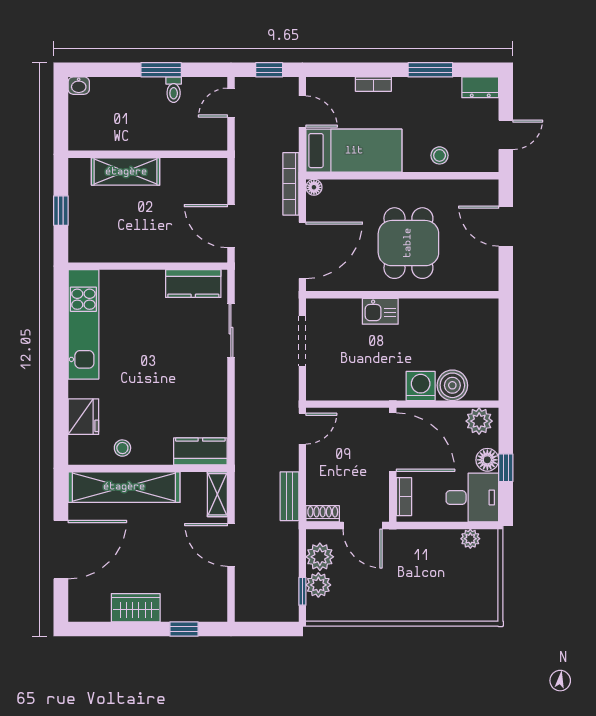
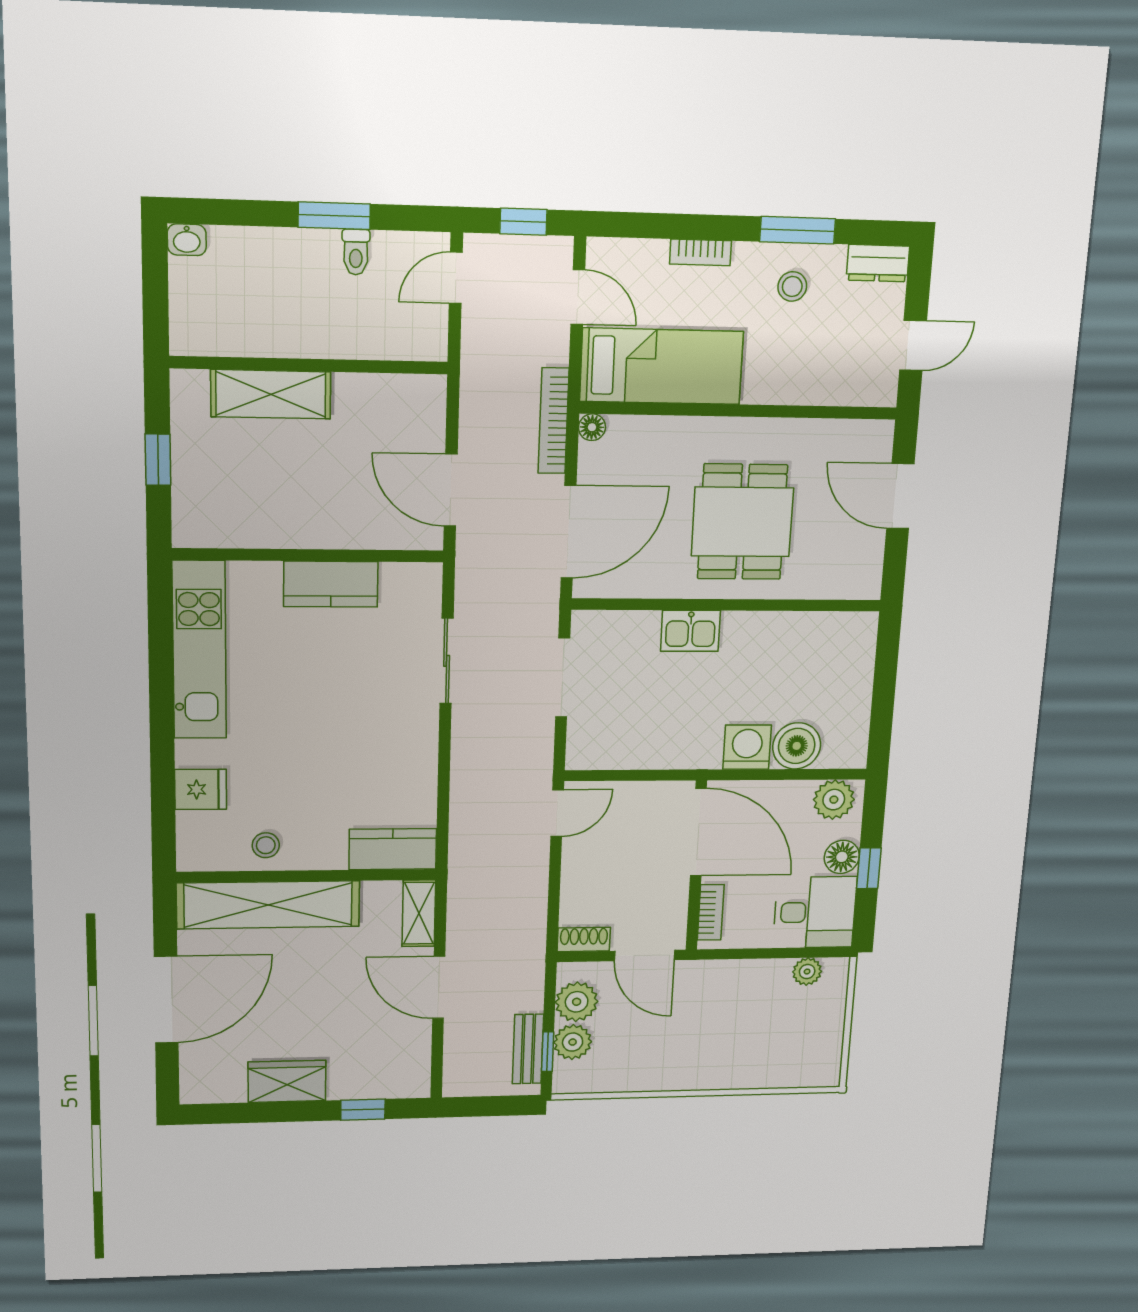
stool: (440, 155) -> (792, 286), moved
kitchen counter: (193, 284) -> (331, 584), moved
fridge: (83, 417) -> (201, 789), width x0.72
bench: (289, 496) -> (528, 1049), moved

